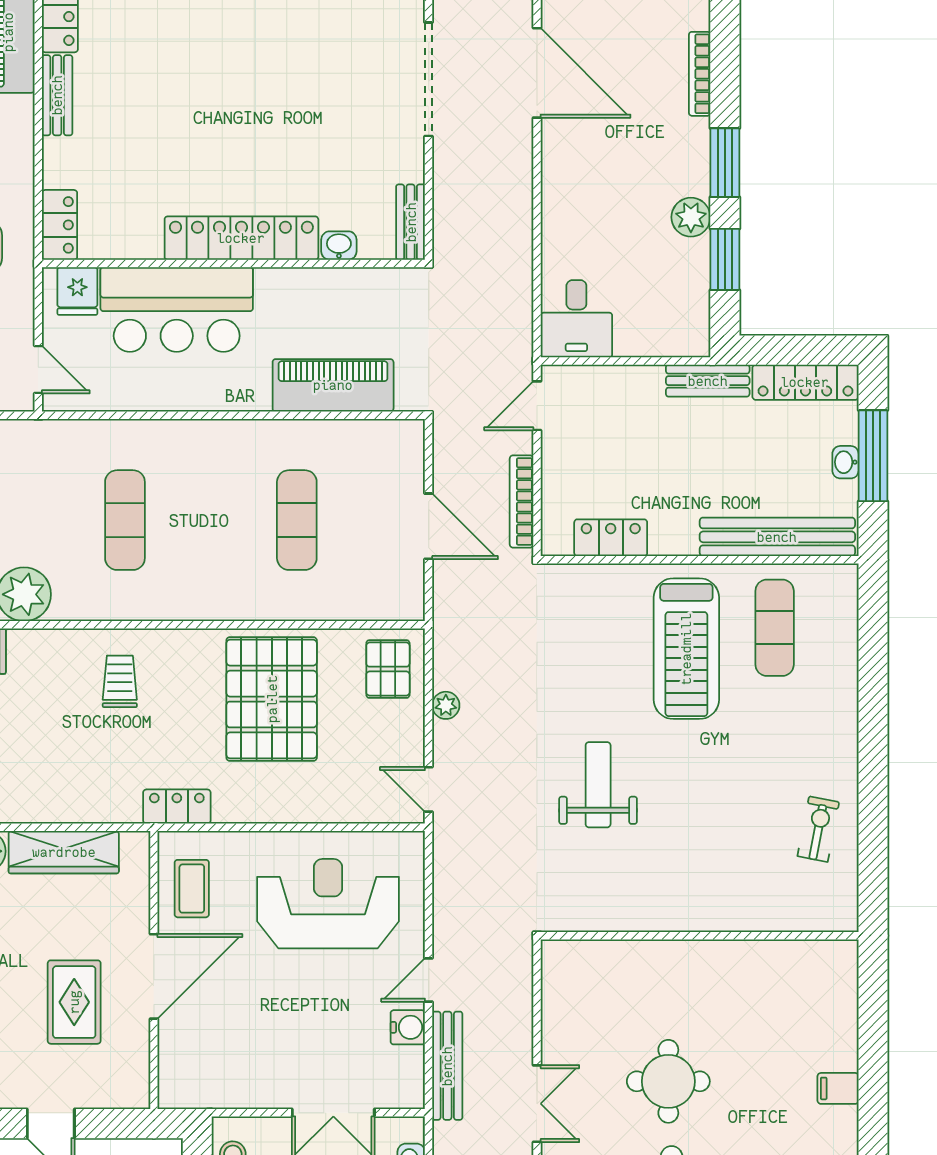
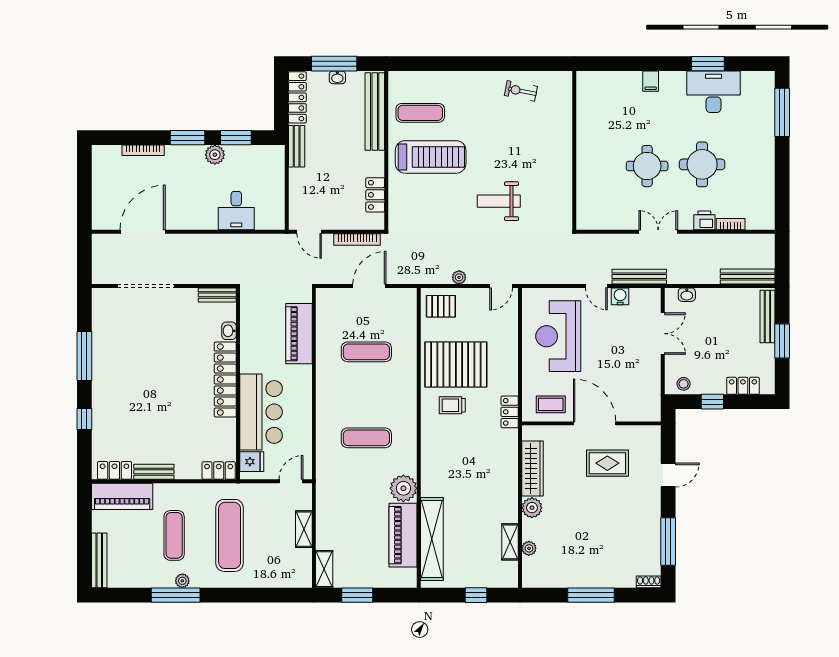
desk: (576, 319) -> (236, 211), moved, turned 90
trolley: (120, 681) -> (452, 405), moved

